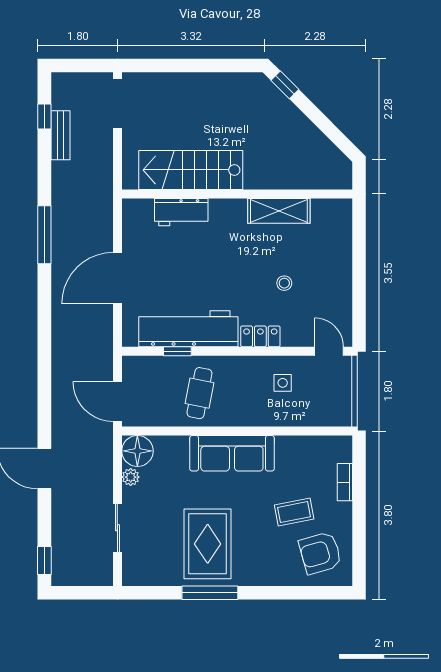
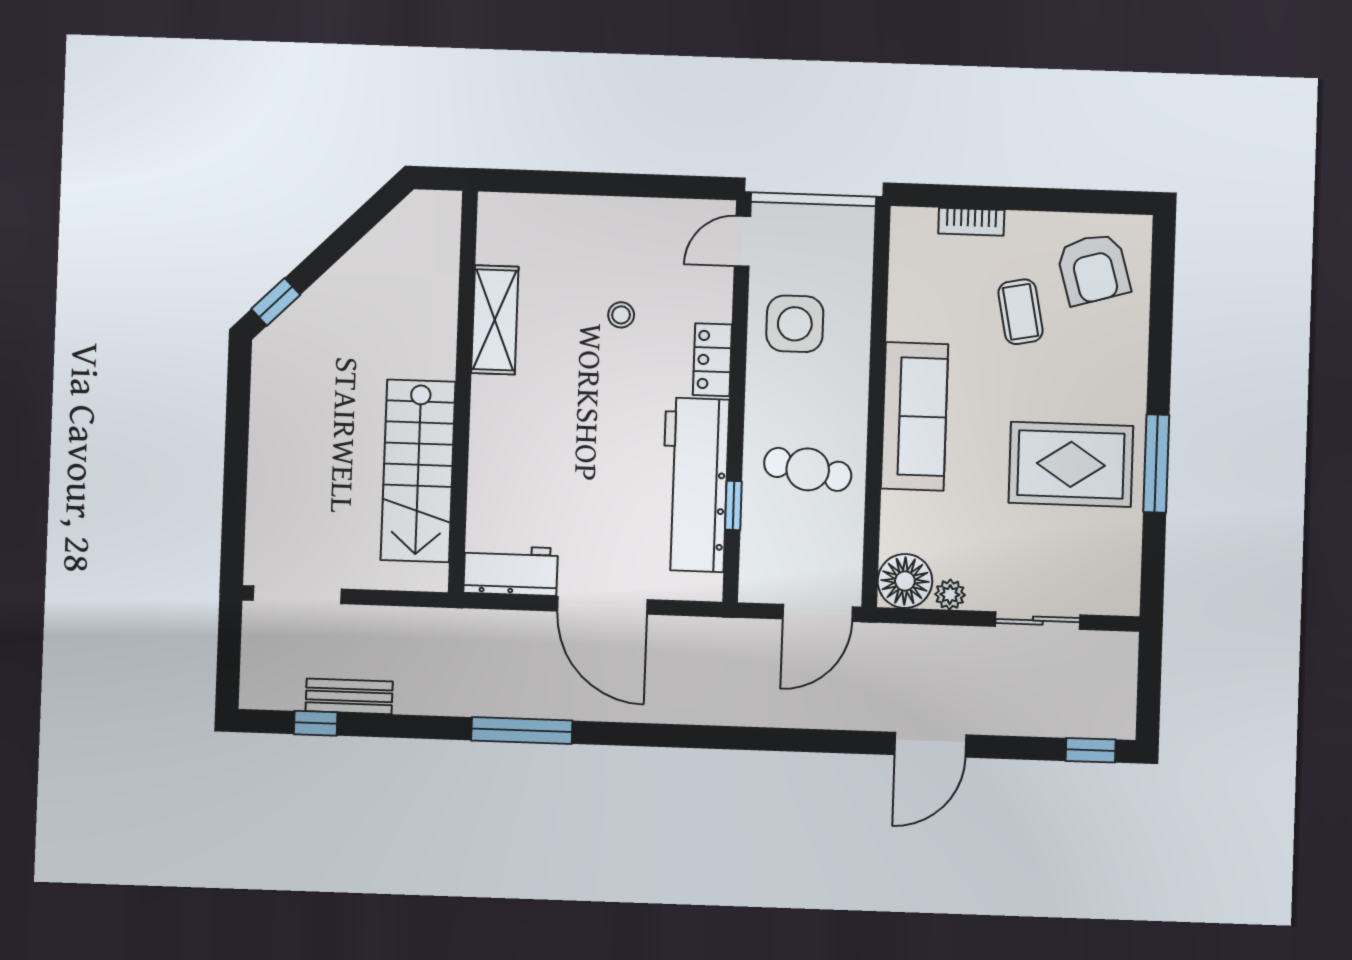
workbench: (181, 212) -> (511, 570), moved, turned -90
side table: (283, 383) -> (795, 324), width x1.87, depth x1.87

